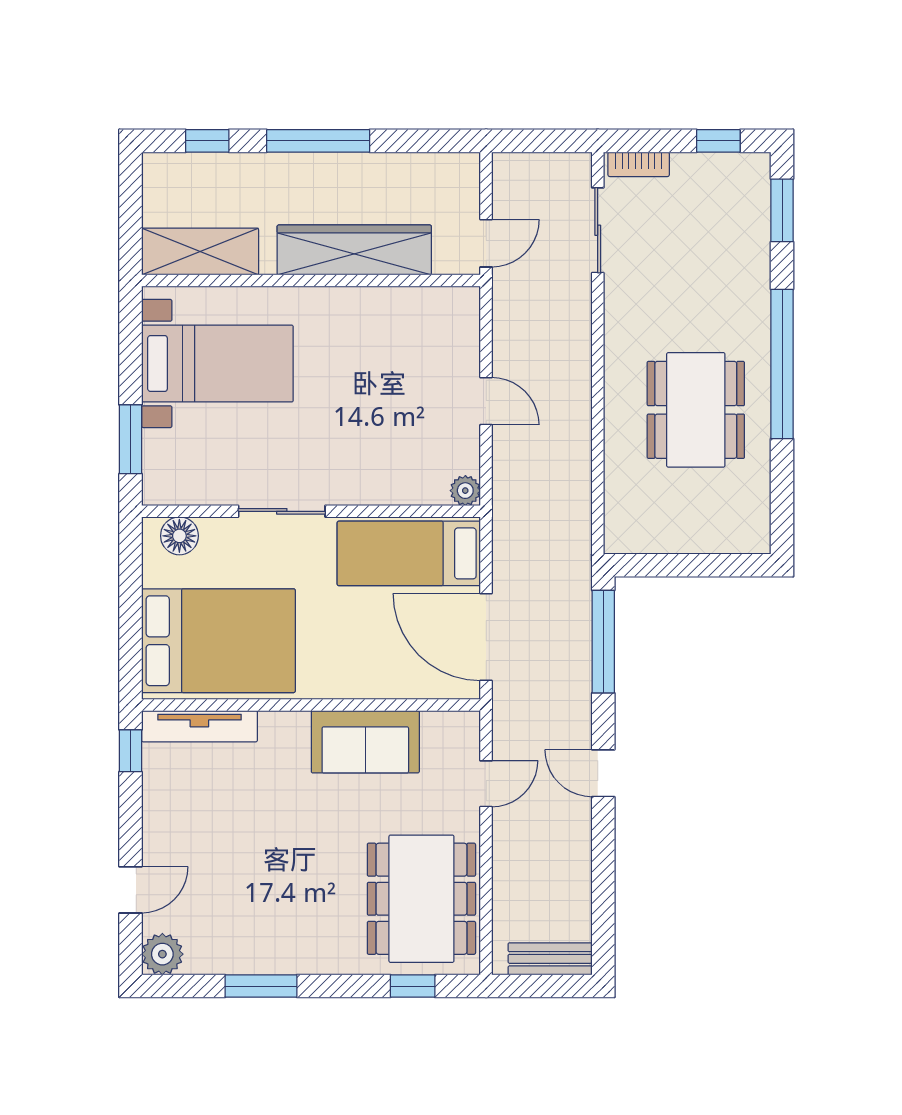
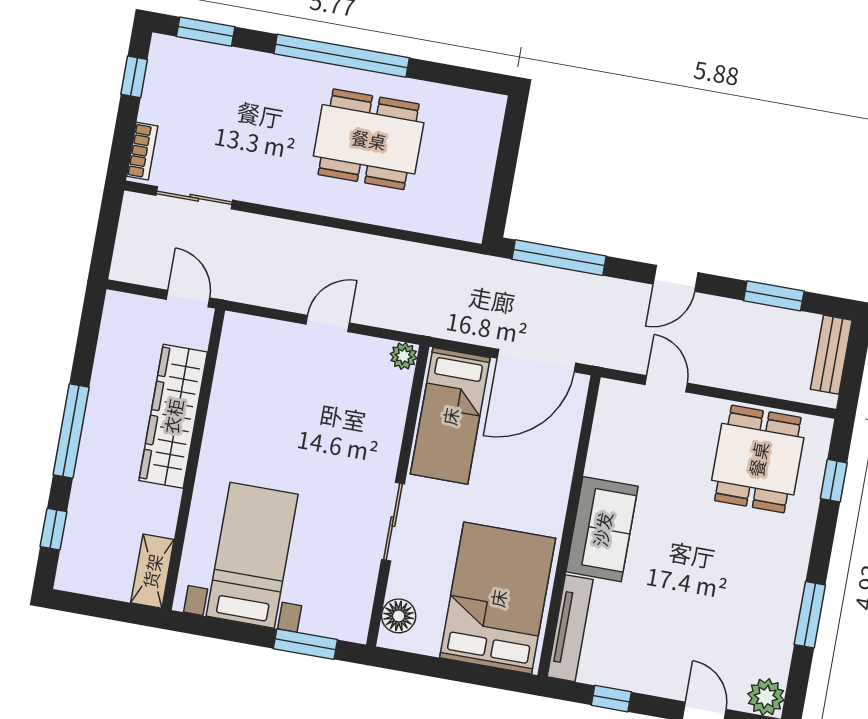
shelving: (200, 251) -> (152, 571), width x0.67, depth x0.75
sofa: (365, 742) -> (602, 529), moved
window: (130, 751) -> (611, 699), moved
window: (603, 884) -> (774, 296), added
dining table: (421, 899) -> (758, 459), width x0.73

